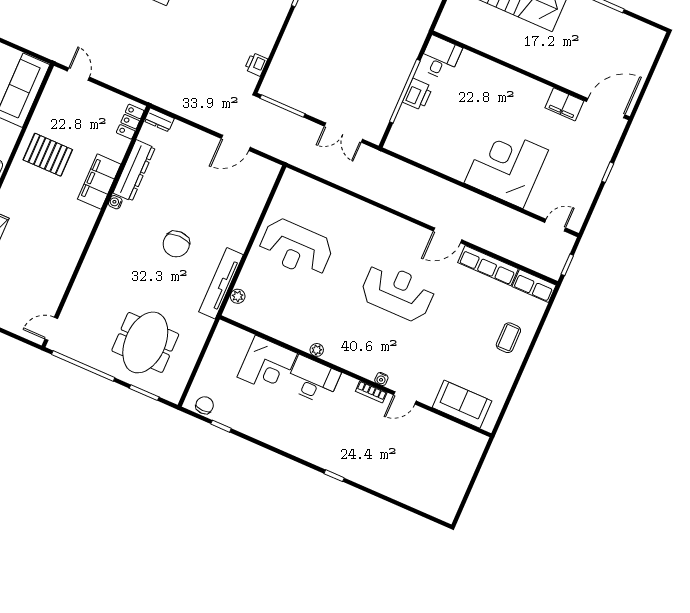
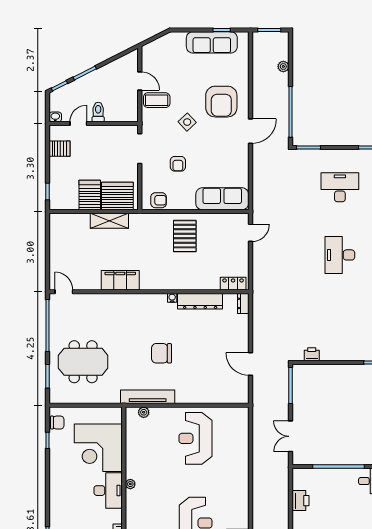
printer: (418, 94) -> (301, 501), moved, turned -90
filing cabinet: (99, 182) -> (120, 280), moved
corner desk: (267, 365) -> (98, 448), width x1.36, depth x1.36

